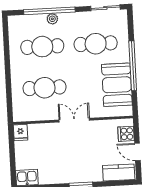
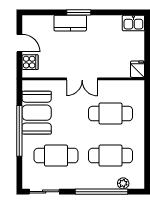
plant: (52, 19) -> (123, 183), moved
kitchen counter: (119, 172) -> (70, 23), moved

